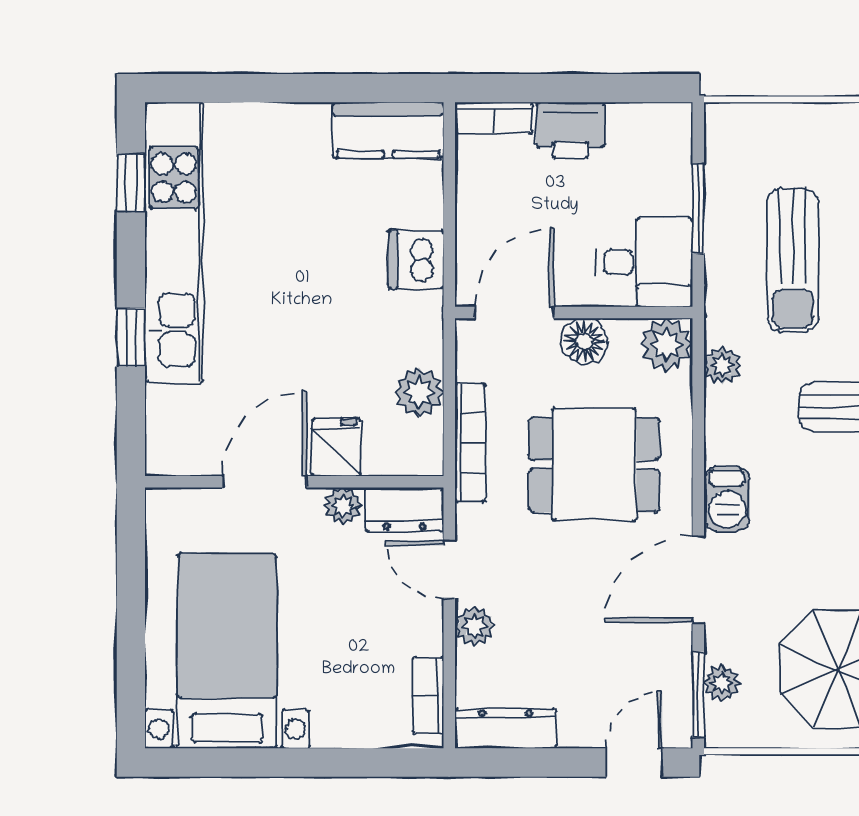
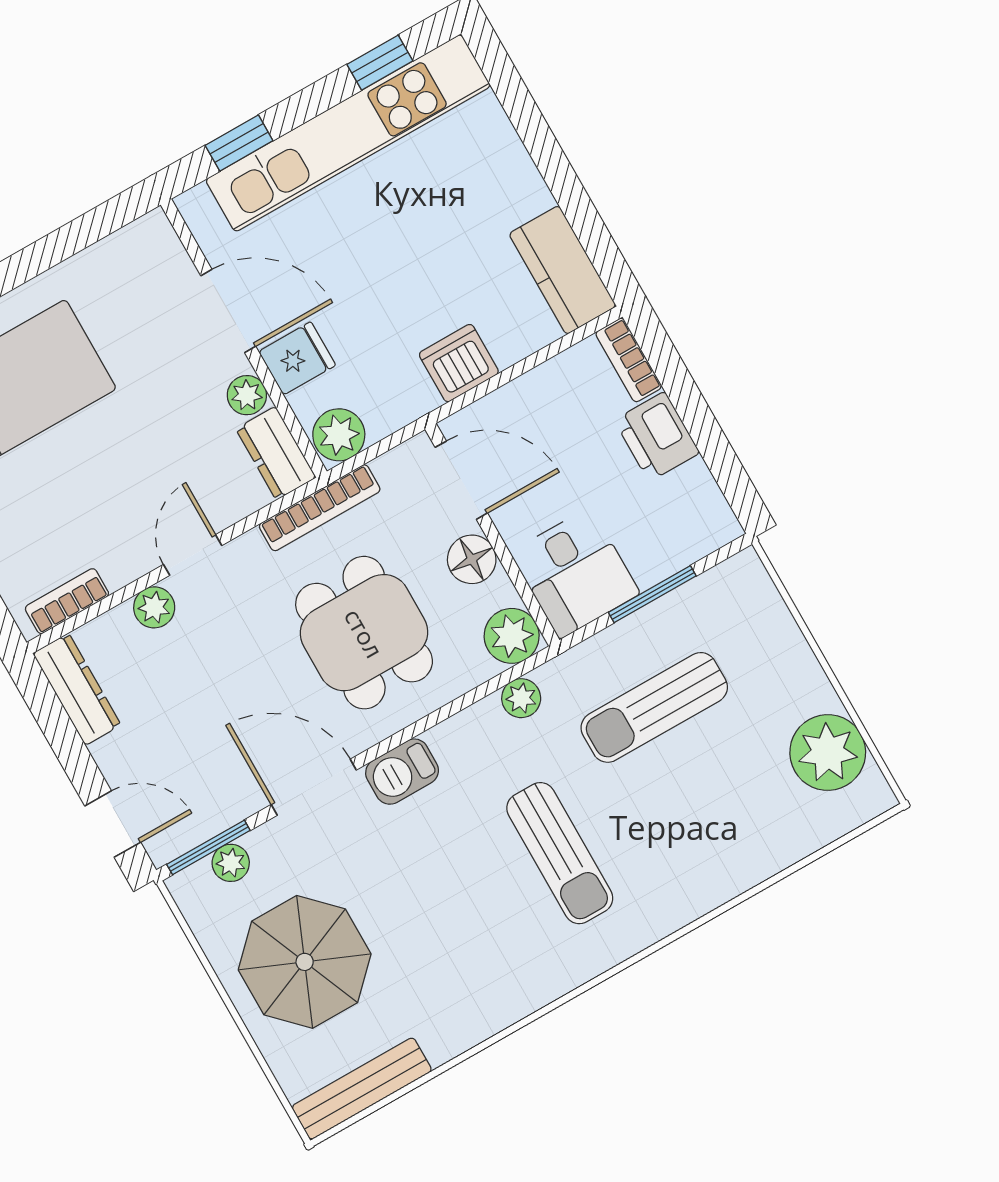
fridge: (336, 447) -> (297, 358), moved
door: (265, 482) -> (228, 311), moved
wall: (294, 482) -> (244, 338), moved
plant: (343, 506) -> (247, 395), moved
dresser: (404, 509) -> (276, 453), moved

